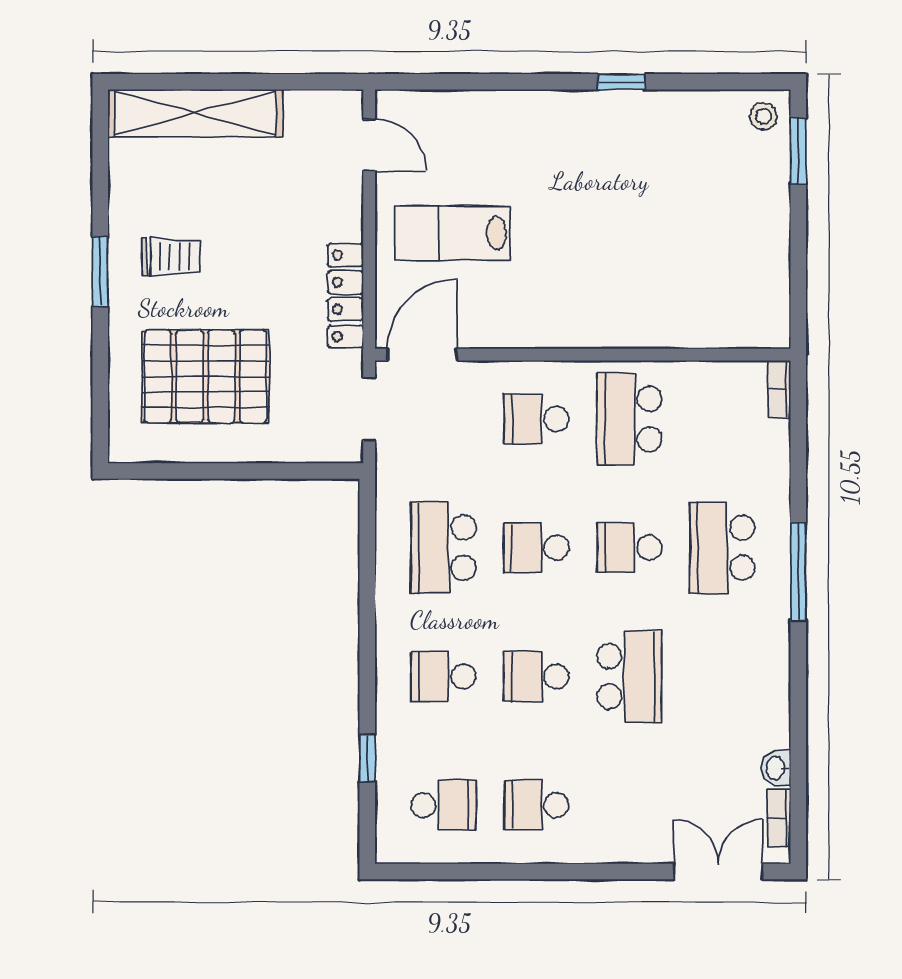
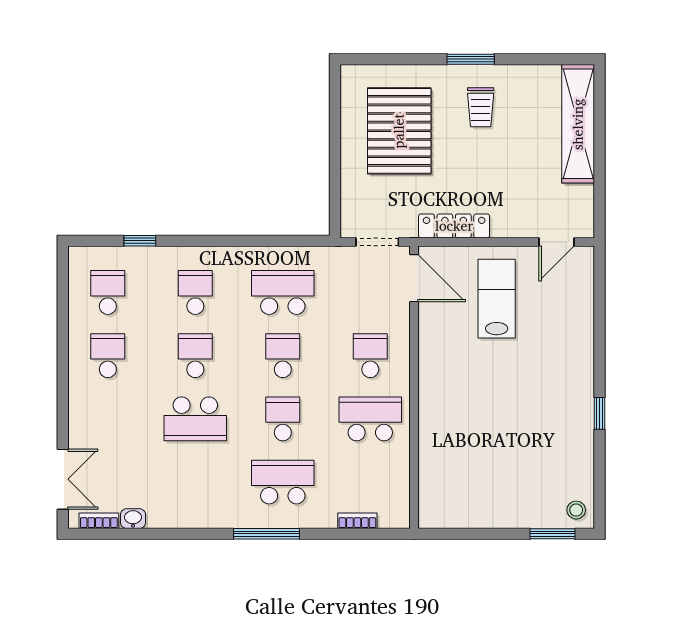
bookcase: (779, 389) -> (357, 521), moved
school desk: (443, 805) -> (108, 293), turned 180

